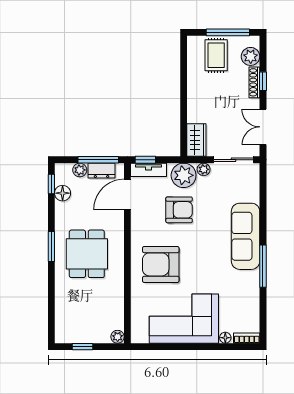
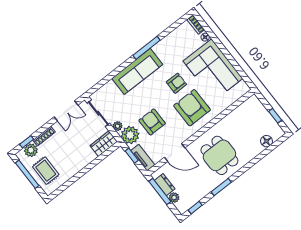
rug: (216, 55) -> (46, 171), turned 90
window: (263, 81) -> (27, 142), moved
window: (145, 160) -> (132, 156), moved
floor lamp: (63, 193) -> (267, 141), moved
door: (127, 194) -> (175, 153), moved
window: (51, 247) -> (221, 187), moved
dining table: (87, 254) -> (219, 155), turned 90
armchair: (161, 264) -> (192, 108), turned 180
armchair: (200, 268) -> (176, 83), added
plant: (118, 337) -> (253, 100), removed

